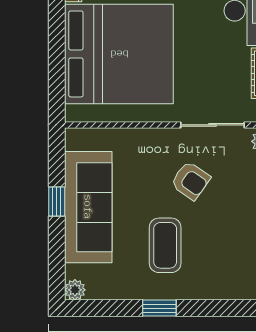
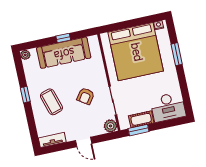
coffee table: (165, 245) -> (51, 102), moved, turned 73

